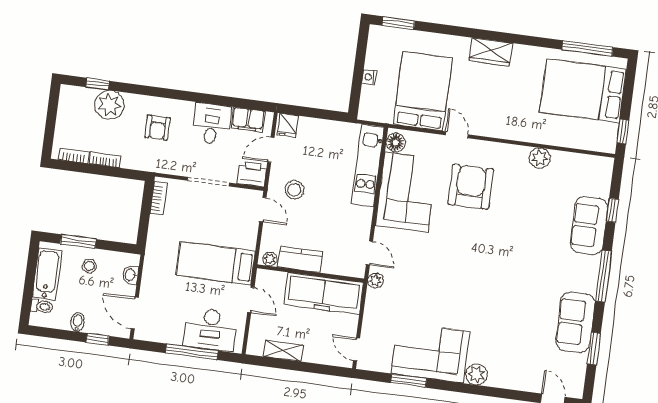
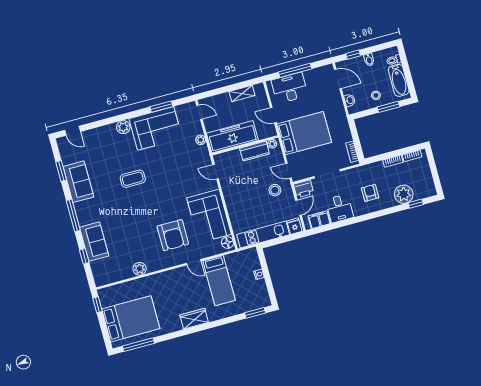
bed: (423, 91) -> (219, 281), width x0.67
kitchen unit: (368, 165) -> (263, 235), moved, turned -90
bed: (216, 263) -> (304, 133), width x1.50
plant: (375, 281) -> (201, 140), moved
coffee table: (494, 293) -> (133, 179), added

